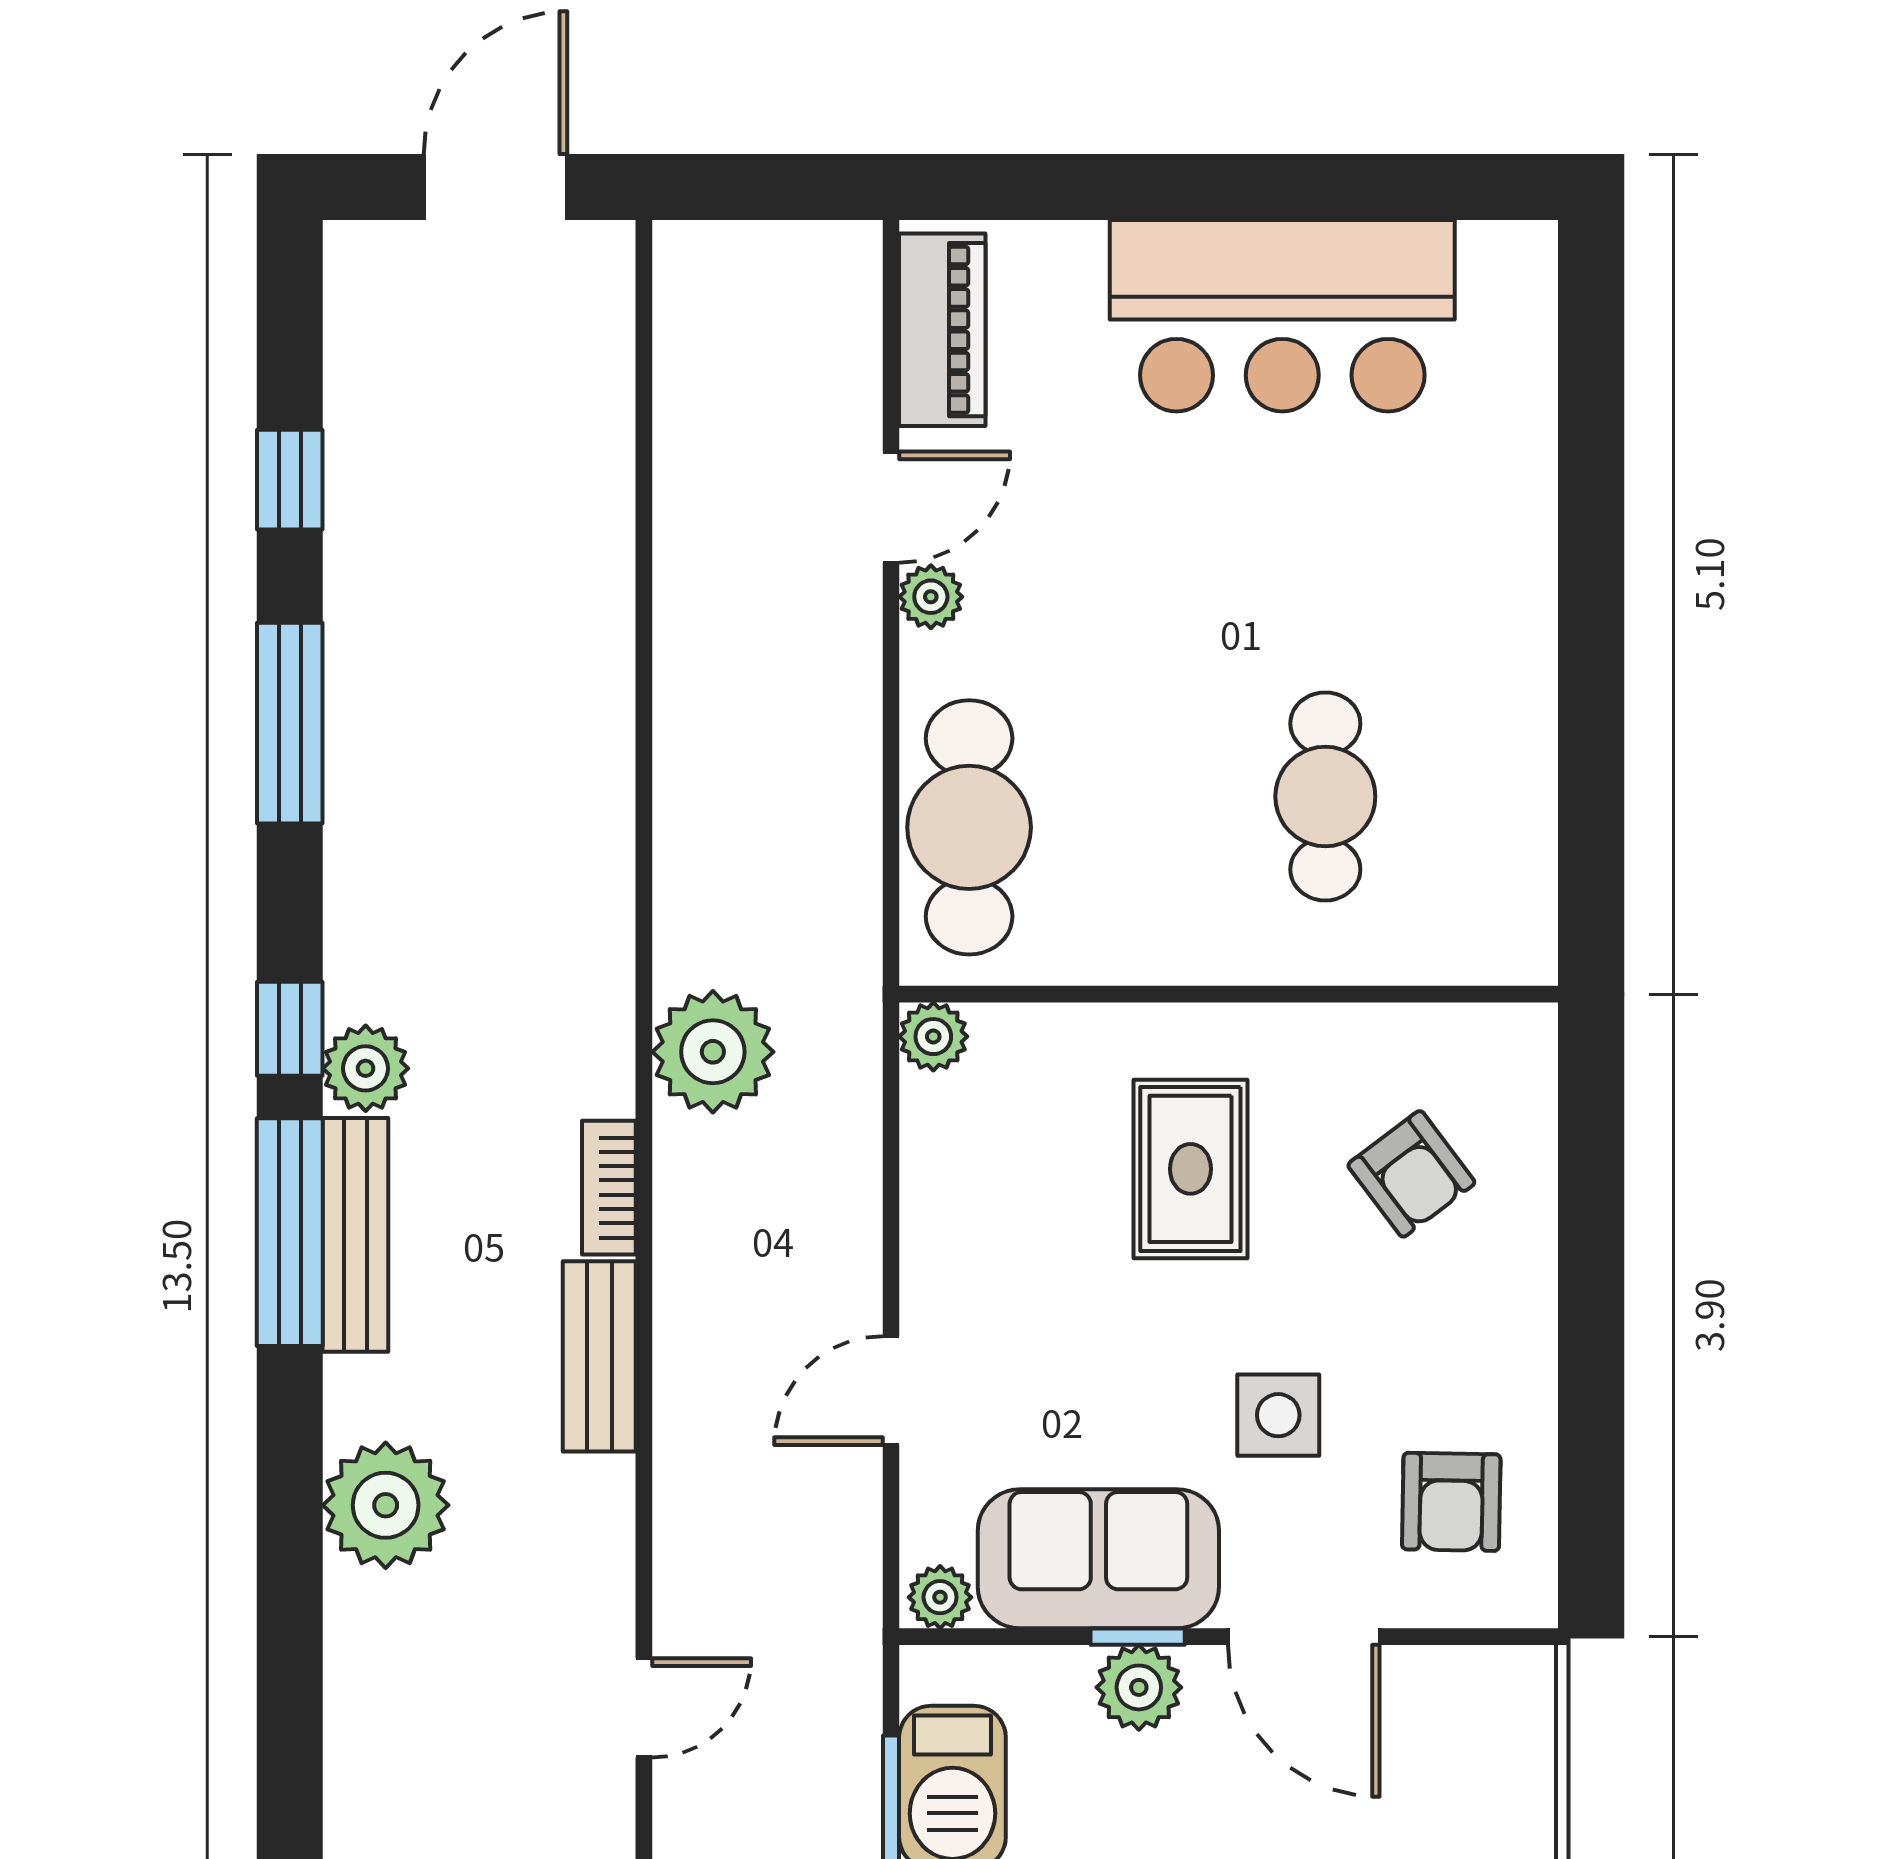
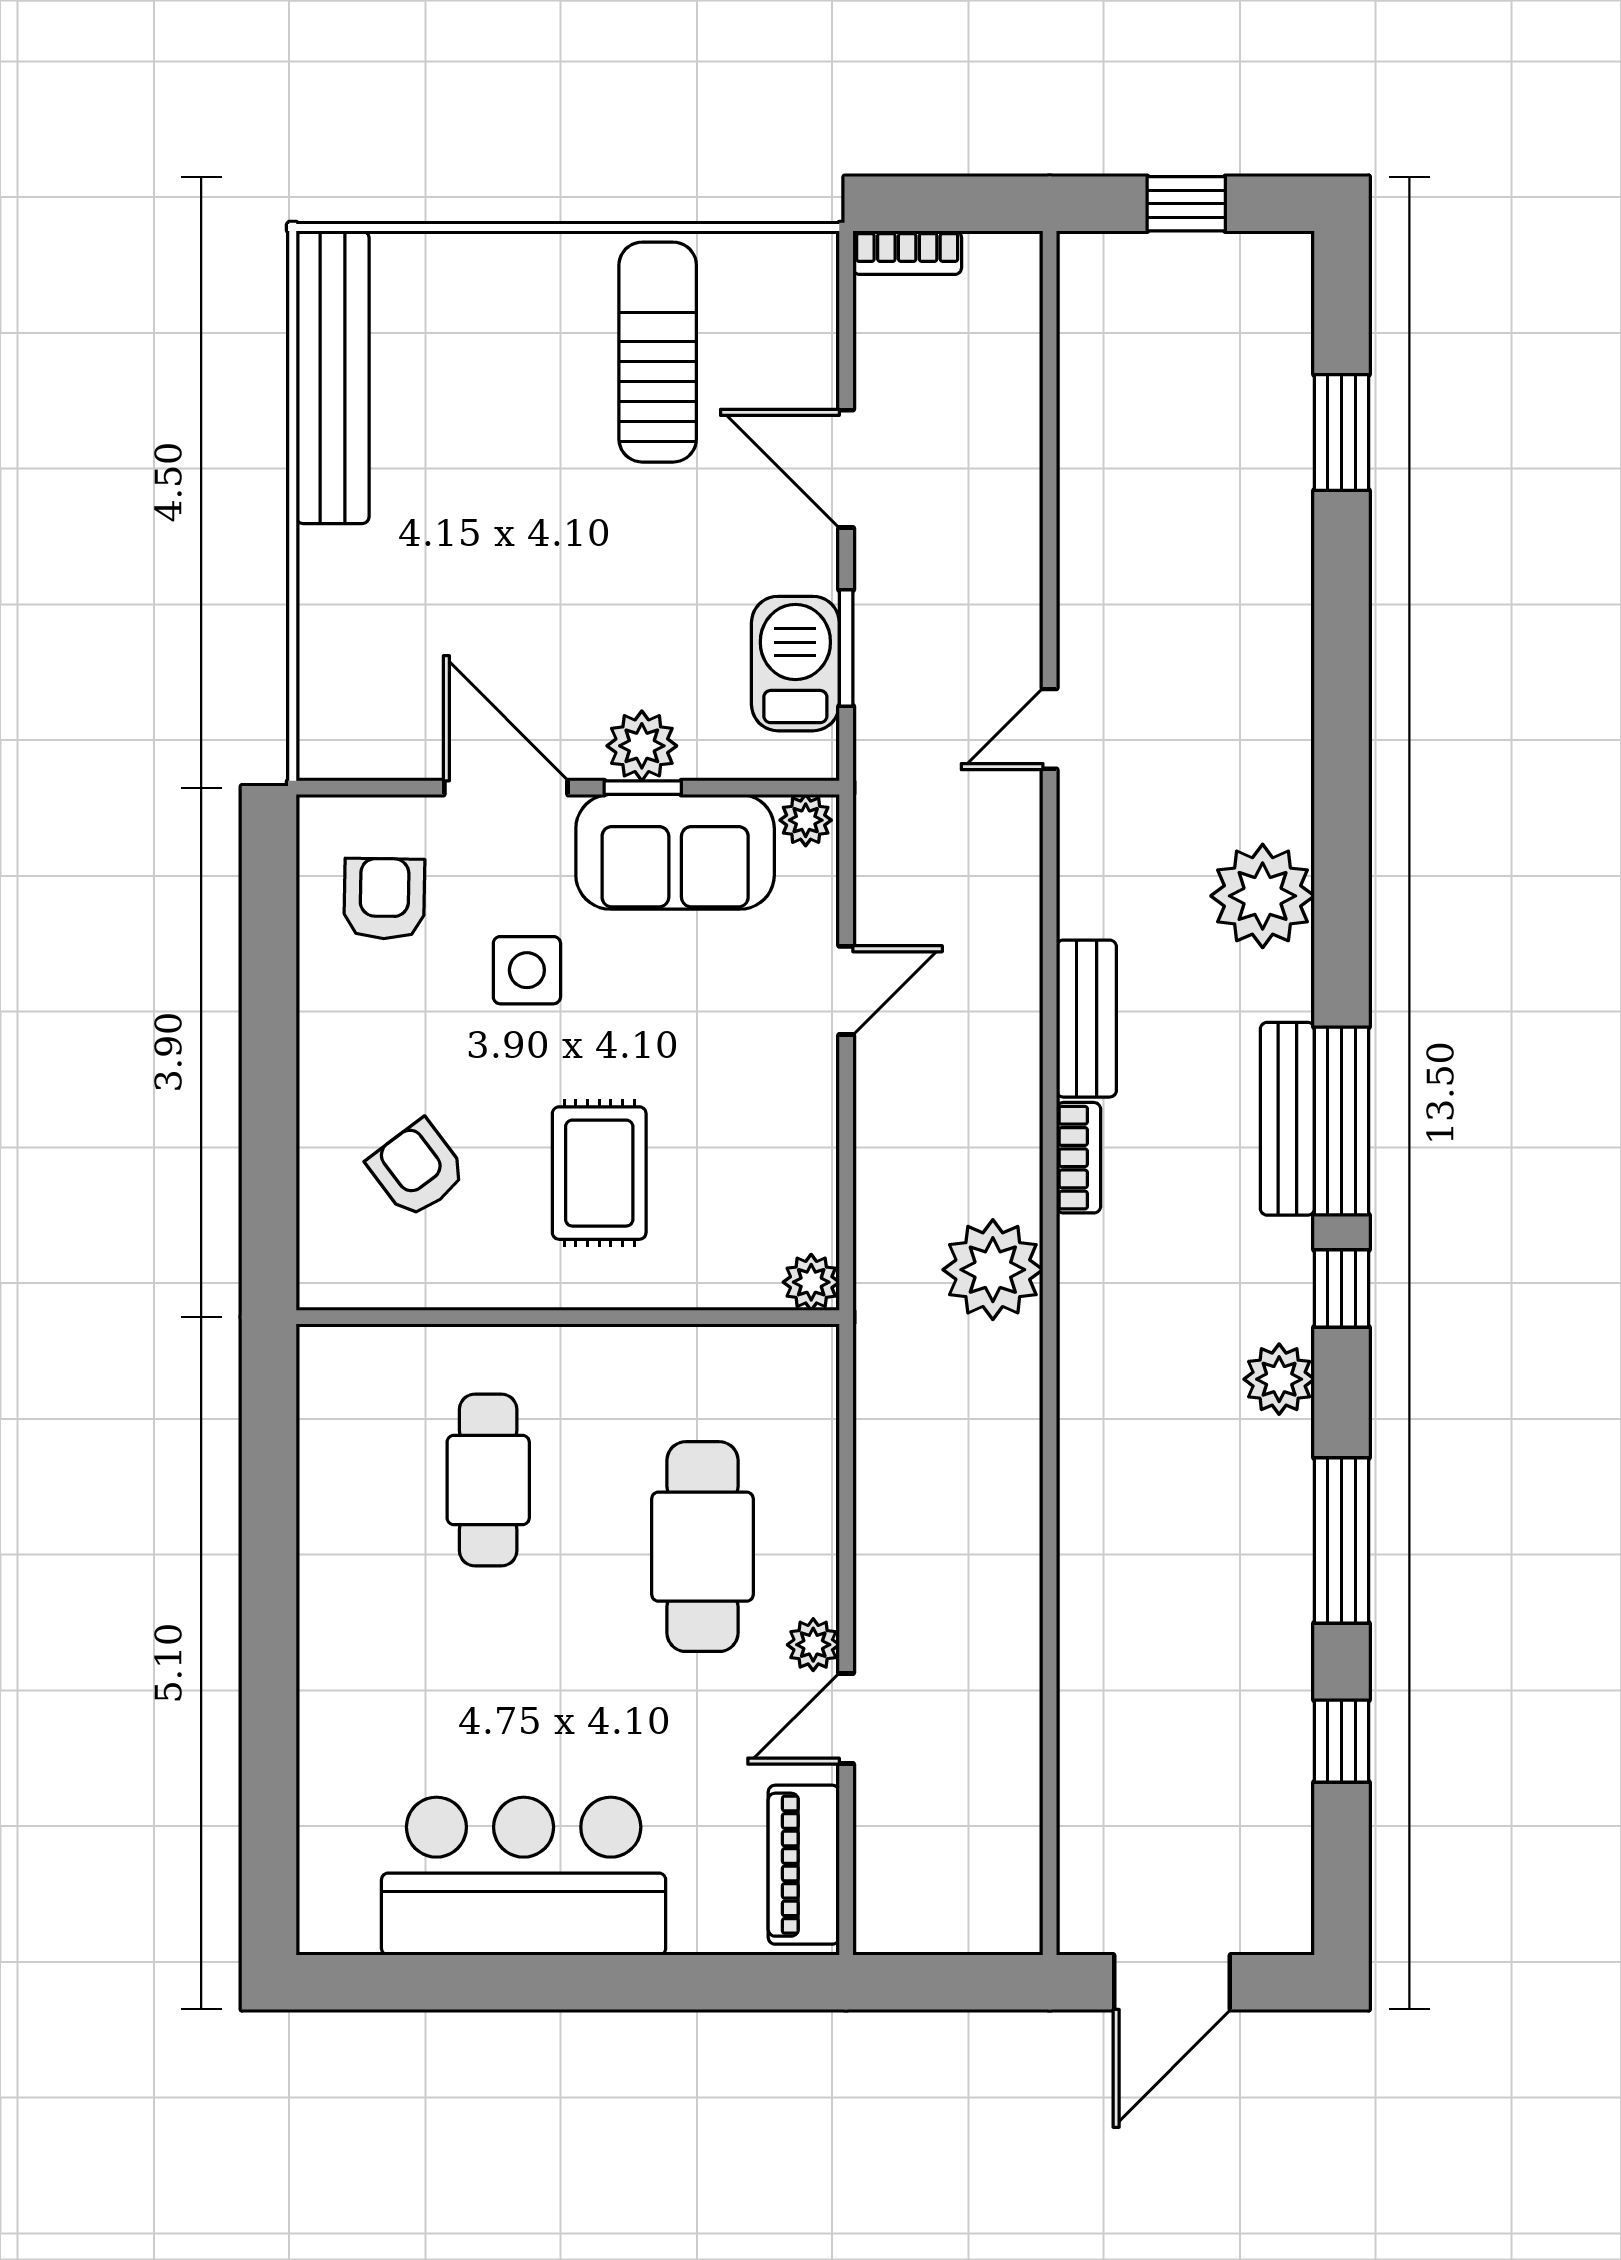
cafe table: (969, 827) -> (702, 1547), moved
plant: (366, 1068) -> (1279, 1379), moved

